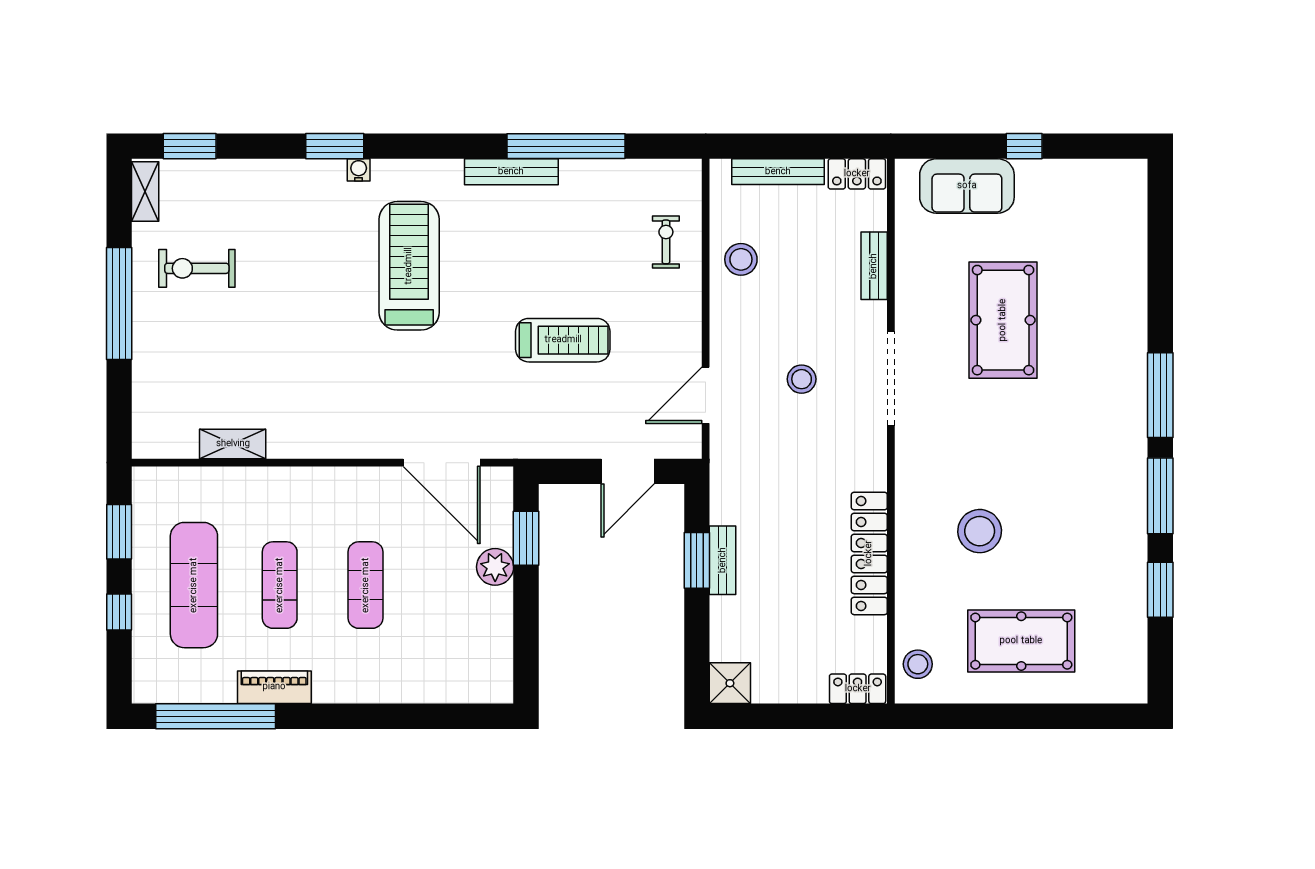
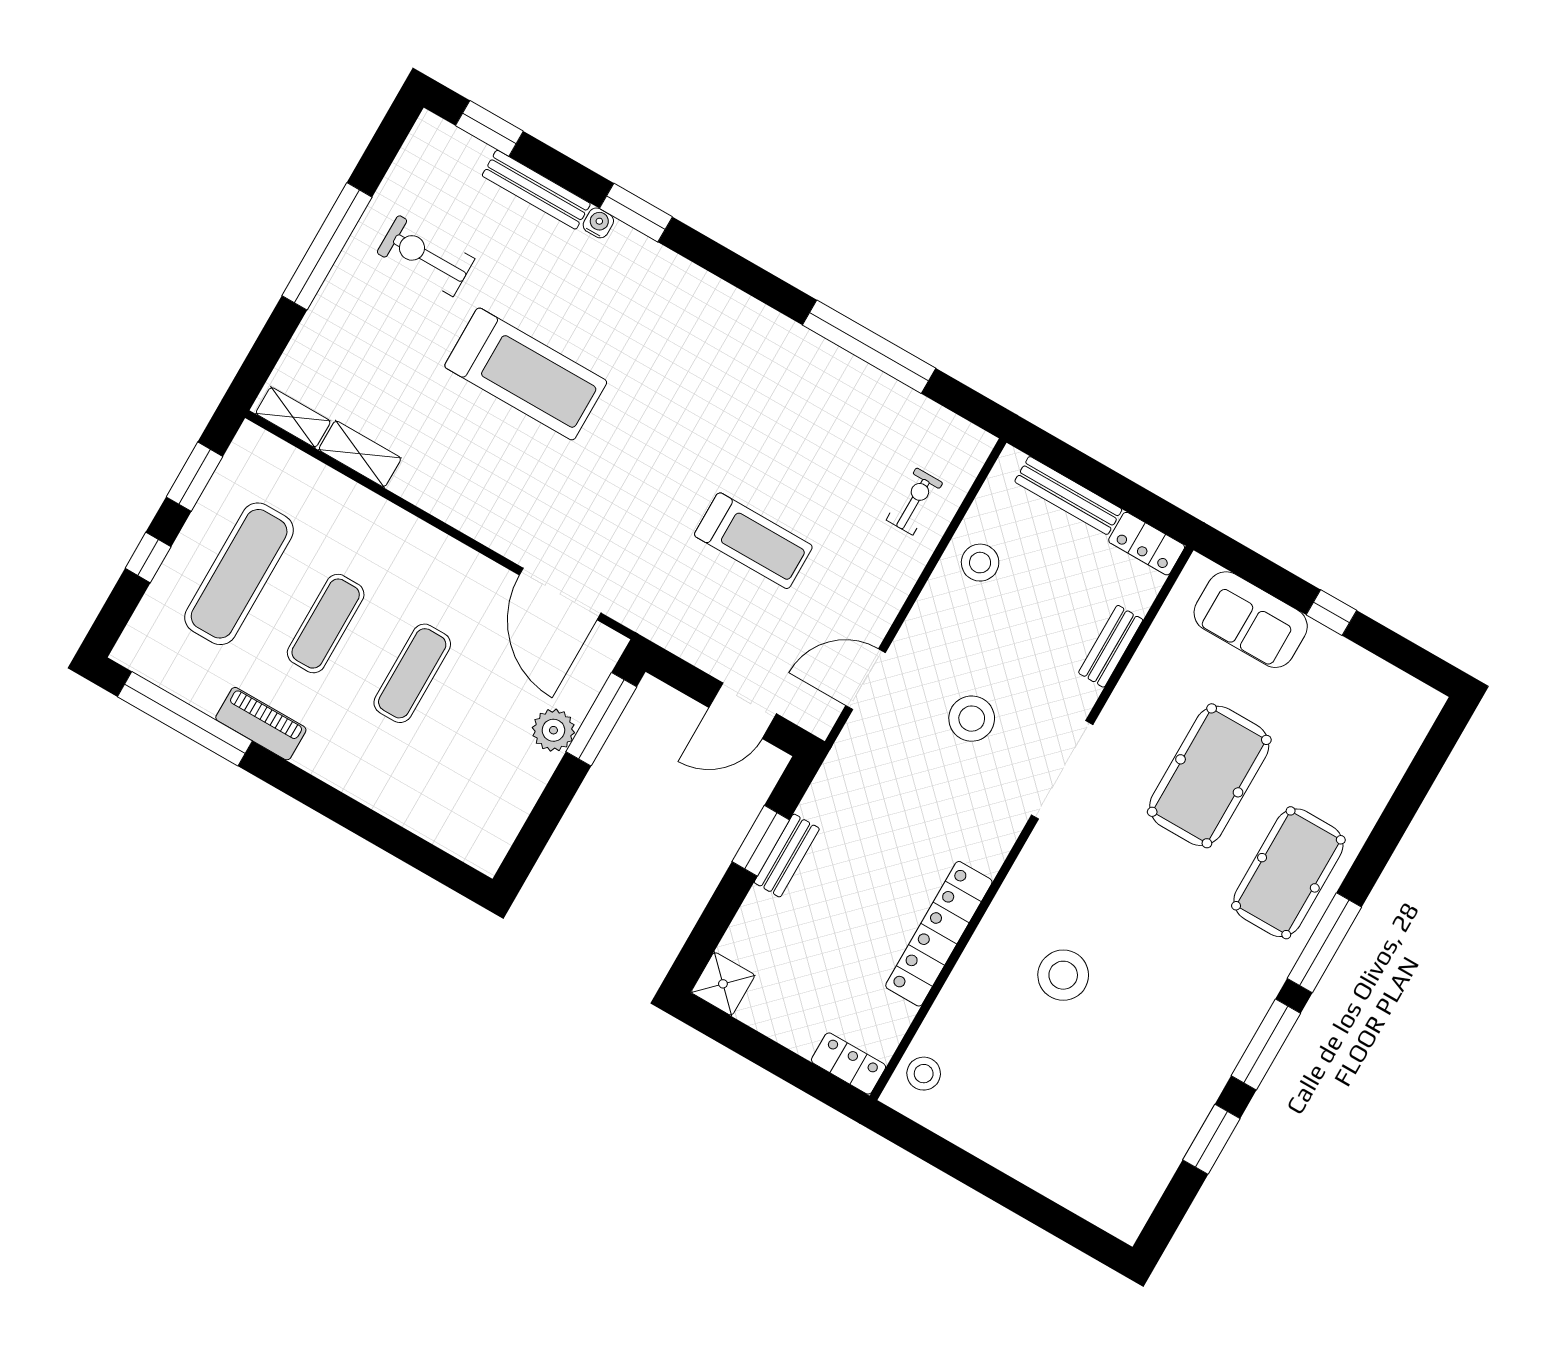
water cooler: (359, 170) -> (598, 223), moved
bench: (511, 172) -> (536, 190), moved
shelving: (145, 191) -> (293, 417), moved, turned 90
treadmill: (409, 266) -> (526, 374), moved, turned 90
stool: (802, 379) -> (972, 719), width x1.38, depth x1.38
window: (526, 538) -> (601, 719), width x1.44
pool table: (1021, 641) -> (1288, 873), moved, turned 90

